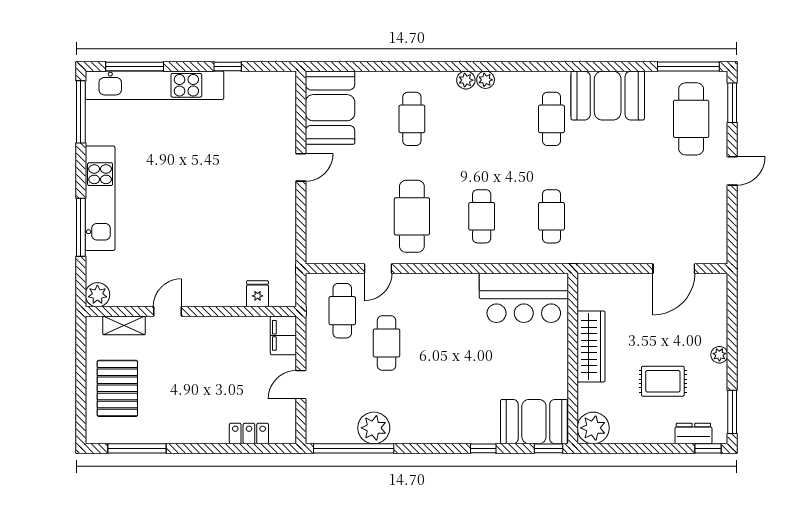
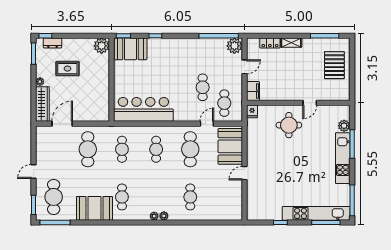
booth: (330, 108) -> (230, 146), moved
cafe table: (621, 216) -> (88, 149), added
round table: (210, 266) -> (289, 125), added
fridge: (257, 294) -> (252, 111), moved
plant: (97, 295) -> (344, 126), moved
bar counter: (524, 298) -> (143, 109), width x1.36
shelving: (124, 325) -> (291, 43), moved
wardrobe: (591, 346) -> (42, 104), moved, turned 180
plant: (374, 428) -> (234, 46), moved

